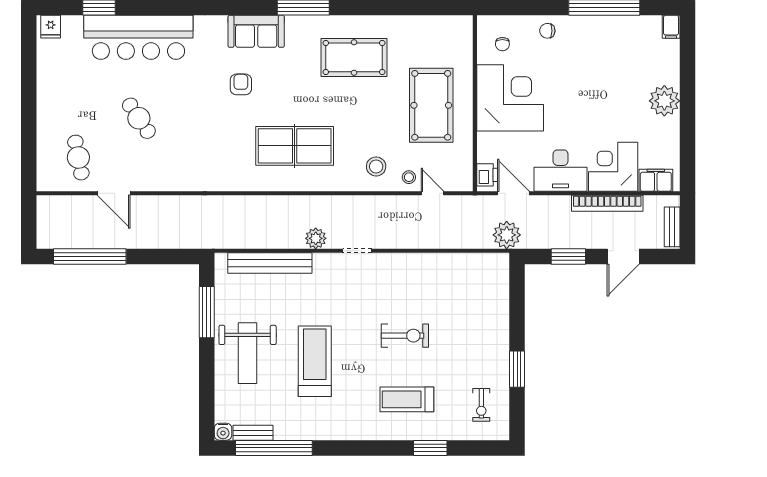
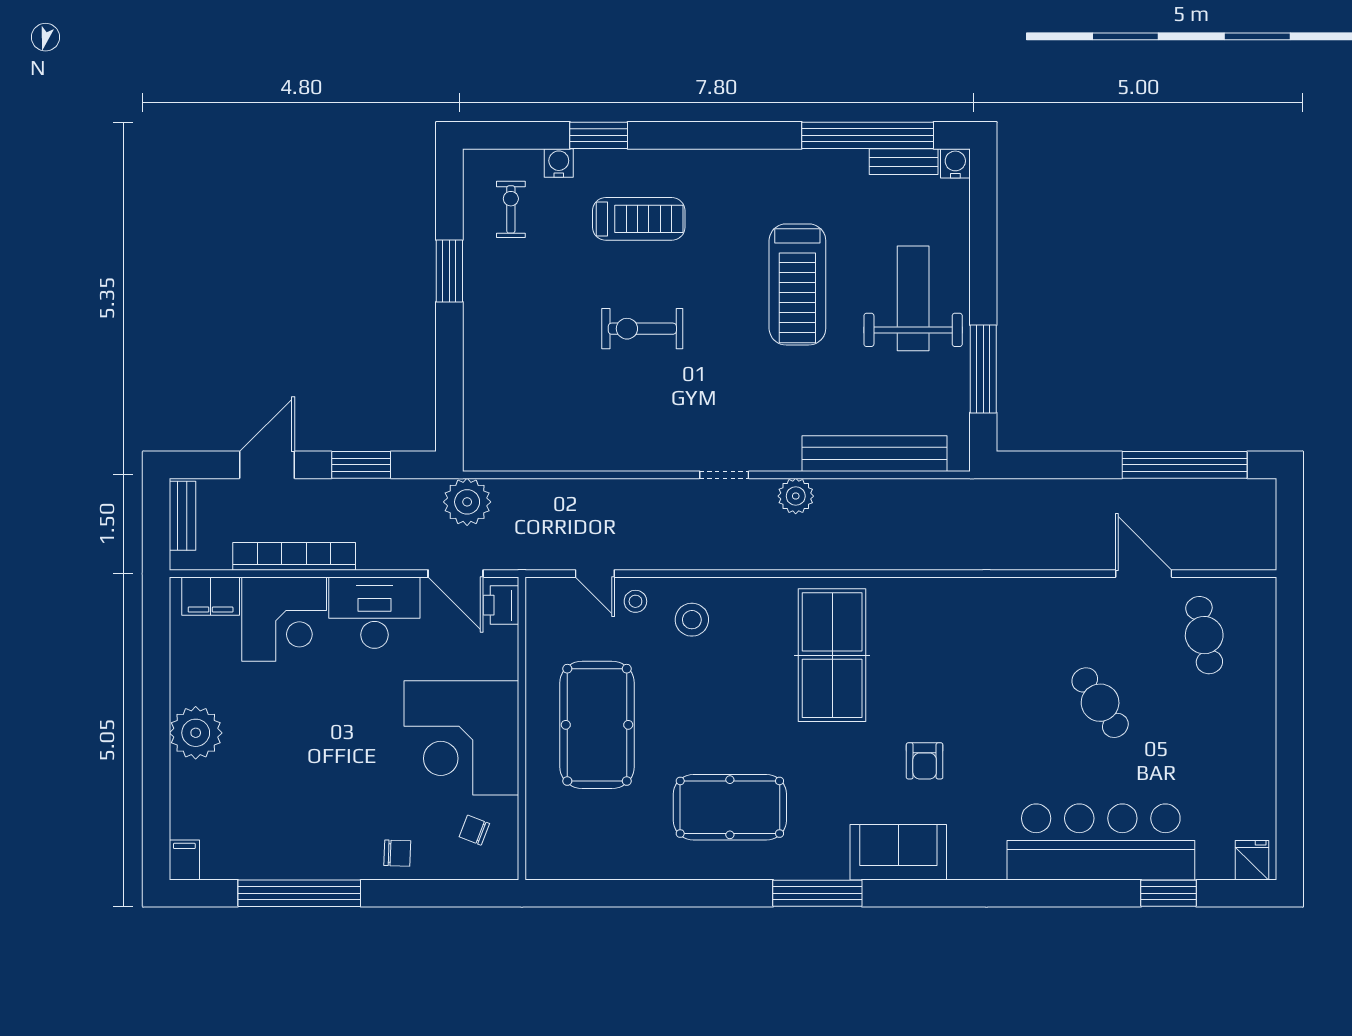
chair: (502, 44) -> (474, 830), turned -69
table tennis table: (295, 146) -> (832, 655), turned 90
water cooler: (453, 432) -> (559, 163), added

